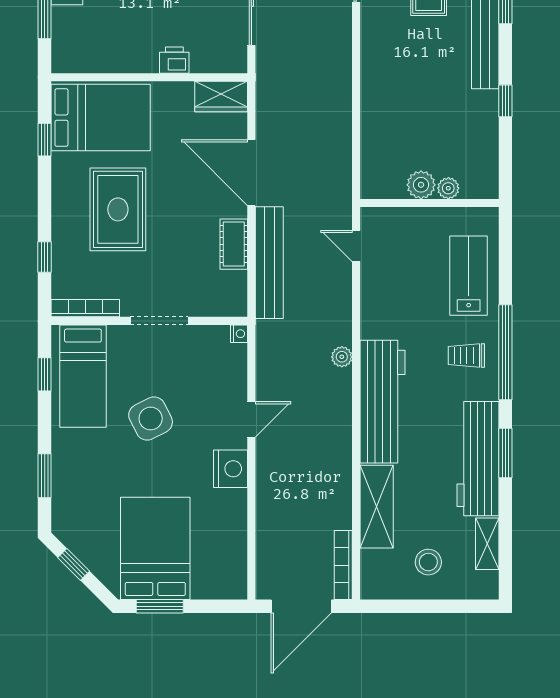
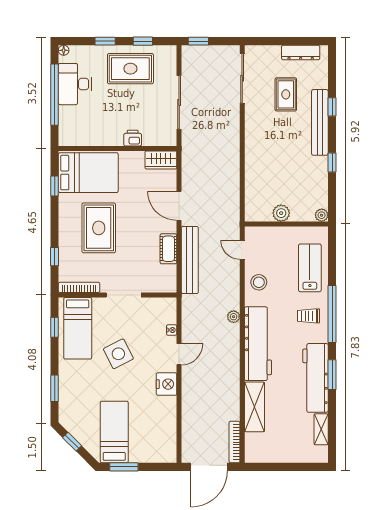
door: (251, 173) -> (179, 206), width x0.73
plant: (448, 188) -> (322, 215), moved
nightstand: (239, 334) -> (172, 330), moved
bed: (155, 548) -> (114, 432), width x0.67
stool: (428, 562) -> (259, 282), moved

